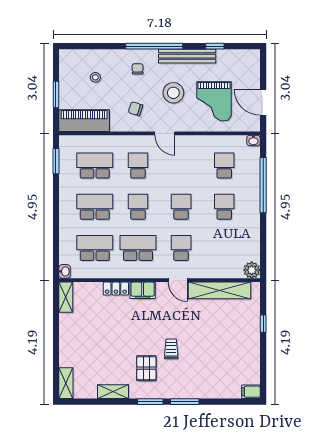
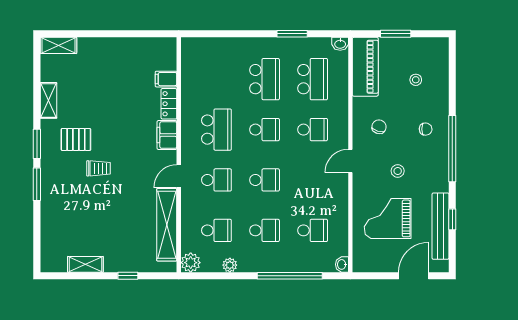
bench: (187, 56) -> (441, 226), moved
stool: (173, 93) -> (398, 171), width x0.53, depth x0.53
door: (263, 102) -> (414, 276), moved
window: (56, 161) -> (292, 34), moved
plant: (254, 236) -> (230, 265), added
school desk: (95, 248) -> (216, 230), moved, width x0.54
washbasin: (65, 271) -> (340, 44), moved
shelving: (66, 297) -> (85, 264), moved
filing cabinet: (251, 392) -> (166, 79), moved, turned -90

